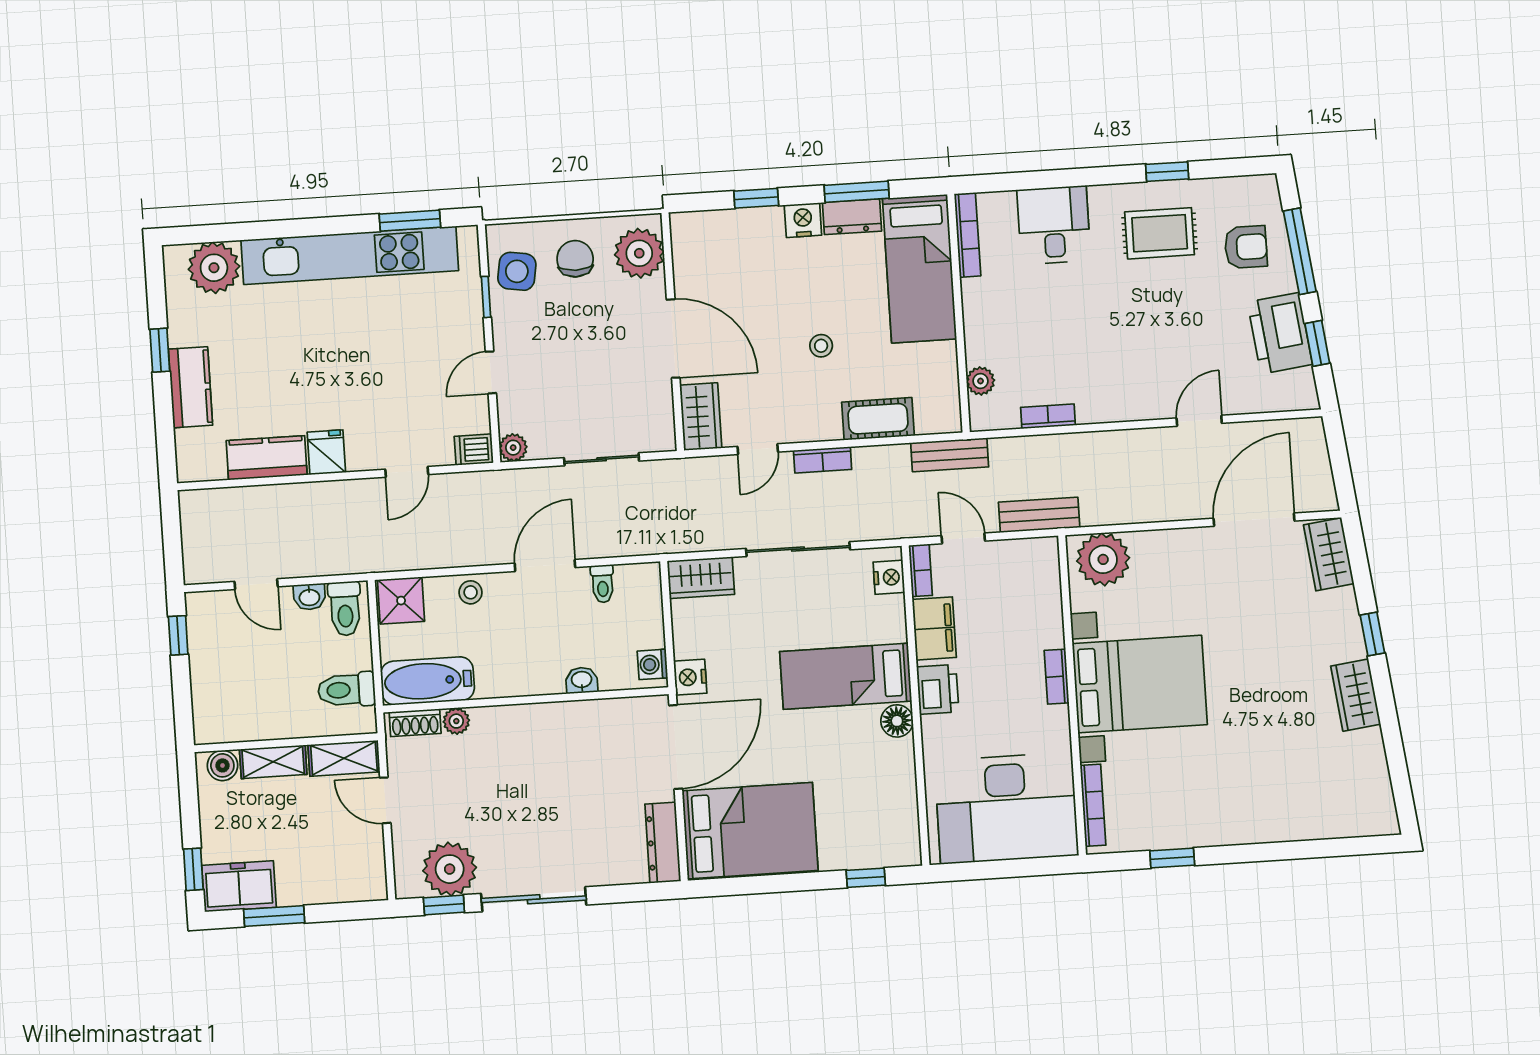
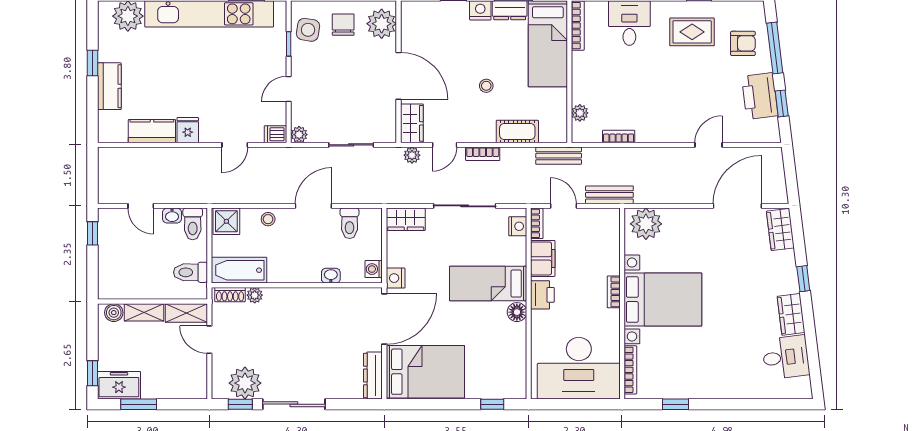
plant: (704, 470) -> (412, 155), added
toilet: (603, 584) -> (350, 223), width x1.37, depth x1.39
desk: (1351, 767) -> (786, 357), added

